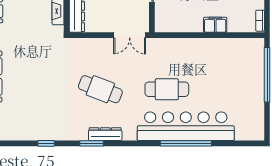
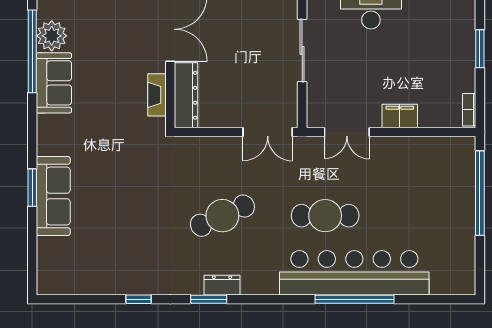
double door: (181, 35) -> (347, 132), added
cafe table: (100, 89) -> (222, 216), turned -45
dresser: (105, 134) -> (222, 285), width x0.70

